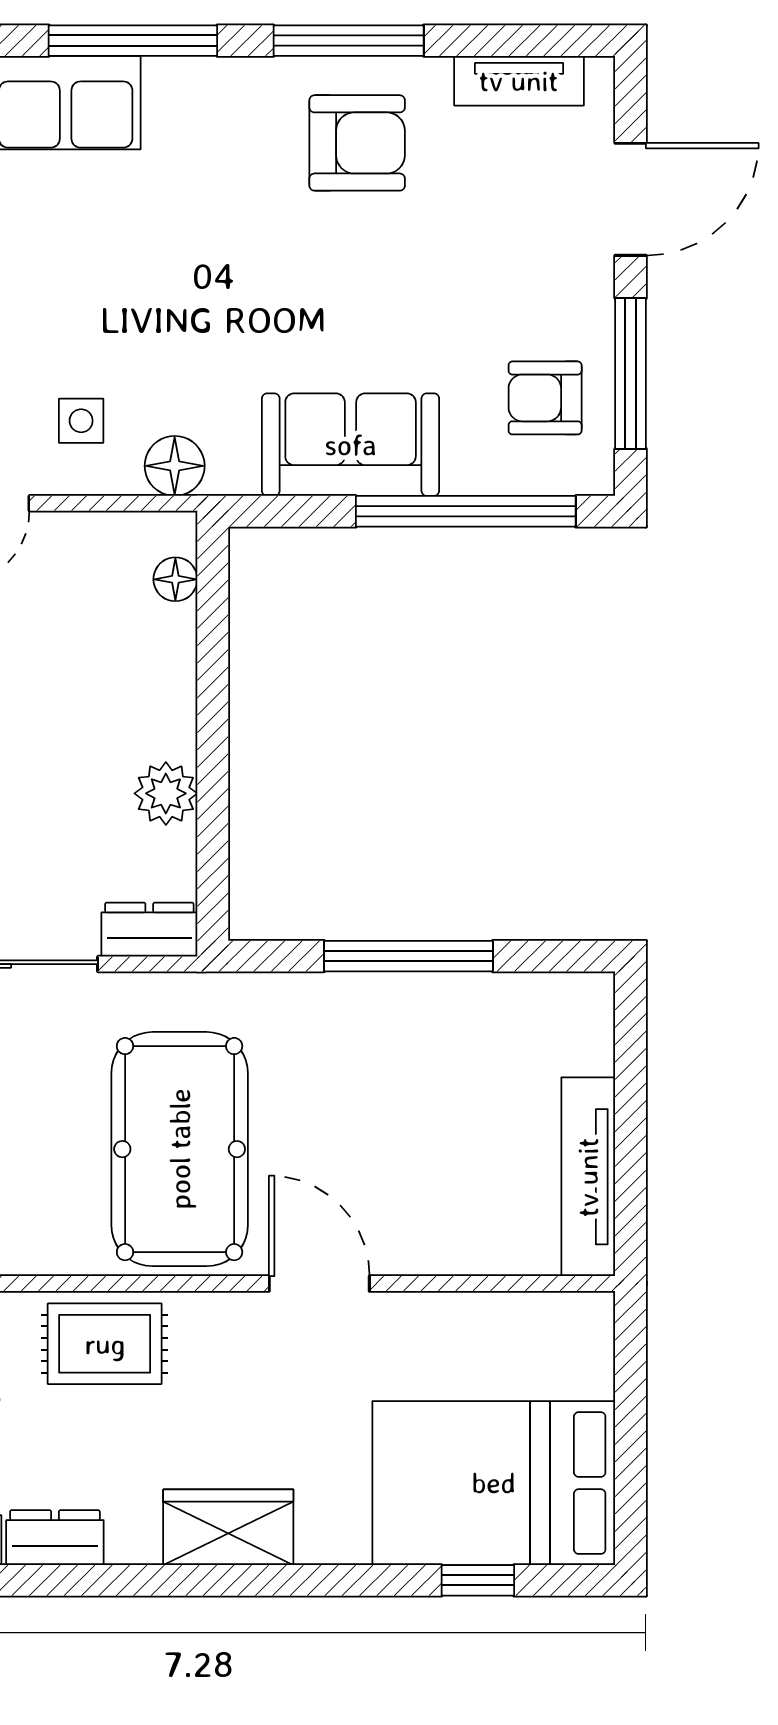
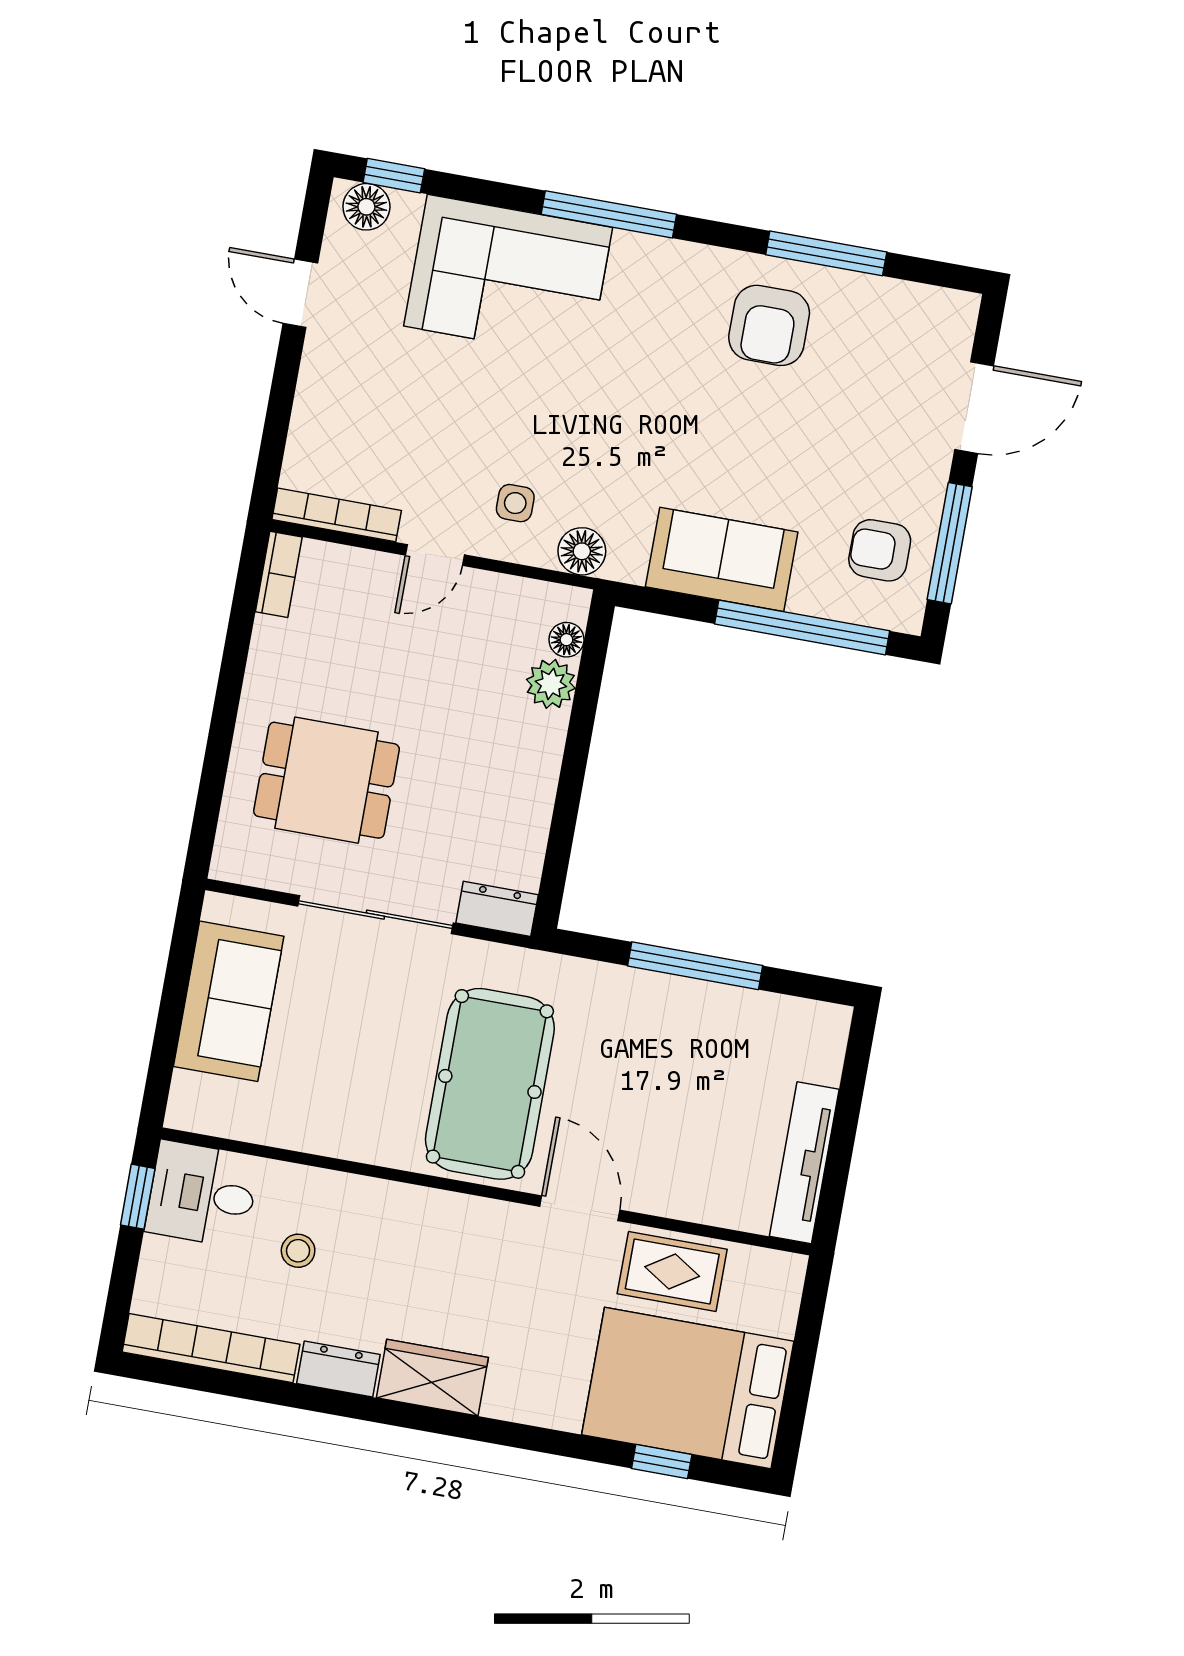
window: (349, 41) -> (826, 253), moved
tv unit: (519, 81) -> (904, 300), removed
armchair: (357, 143) -> (769, 325), turned 90
plant: (166, 793) -> (551, 684), moved
rug: (105, 1344) -> (672, 1272), moved
wardrobe: (228, 1527) -> (432, 1378), moved

